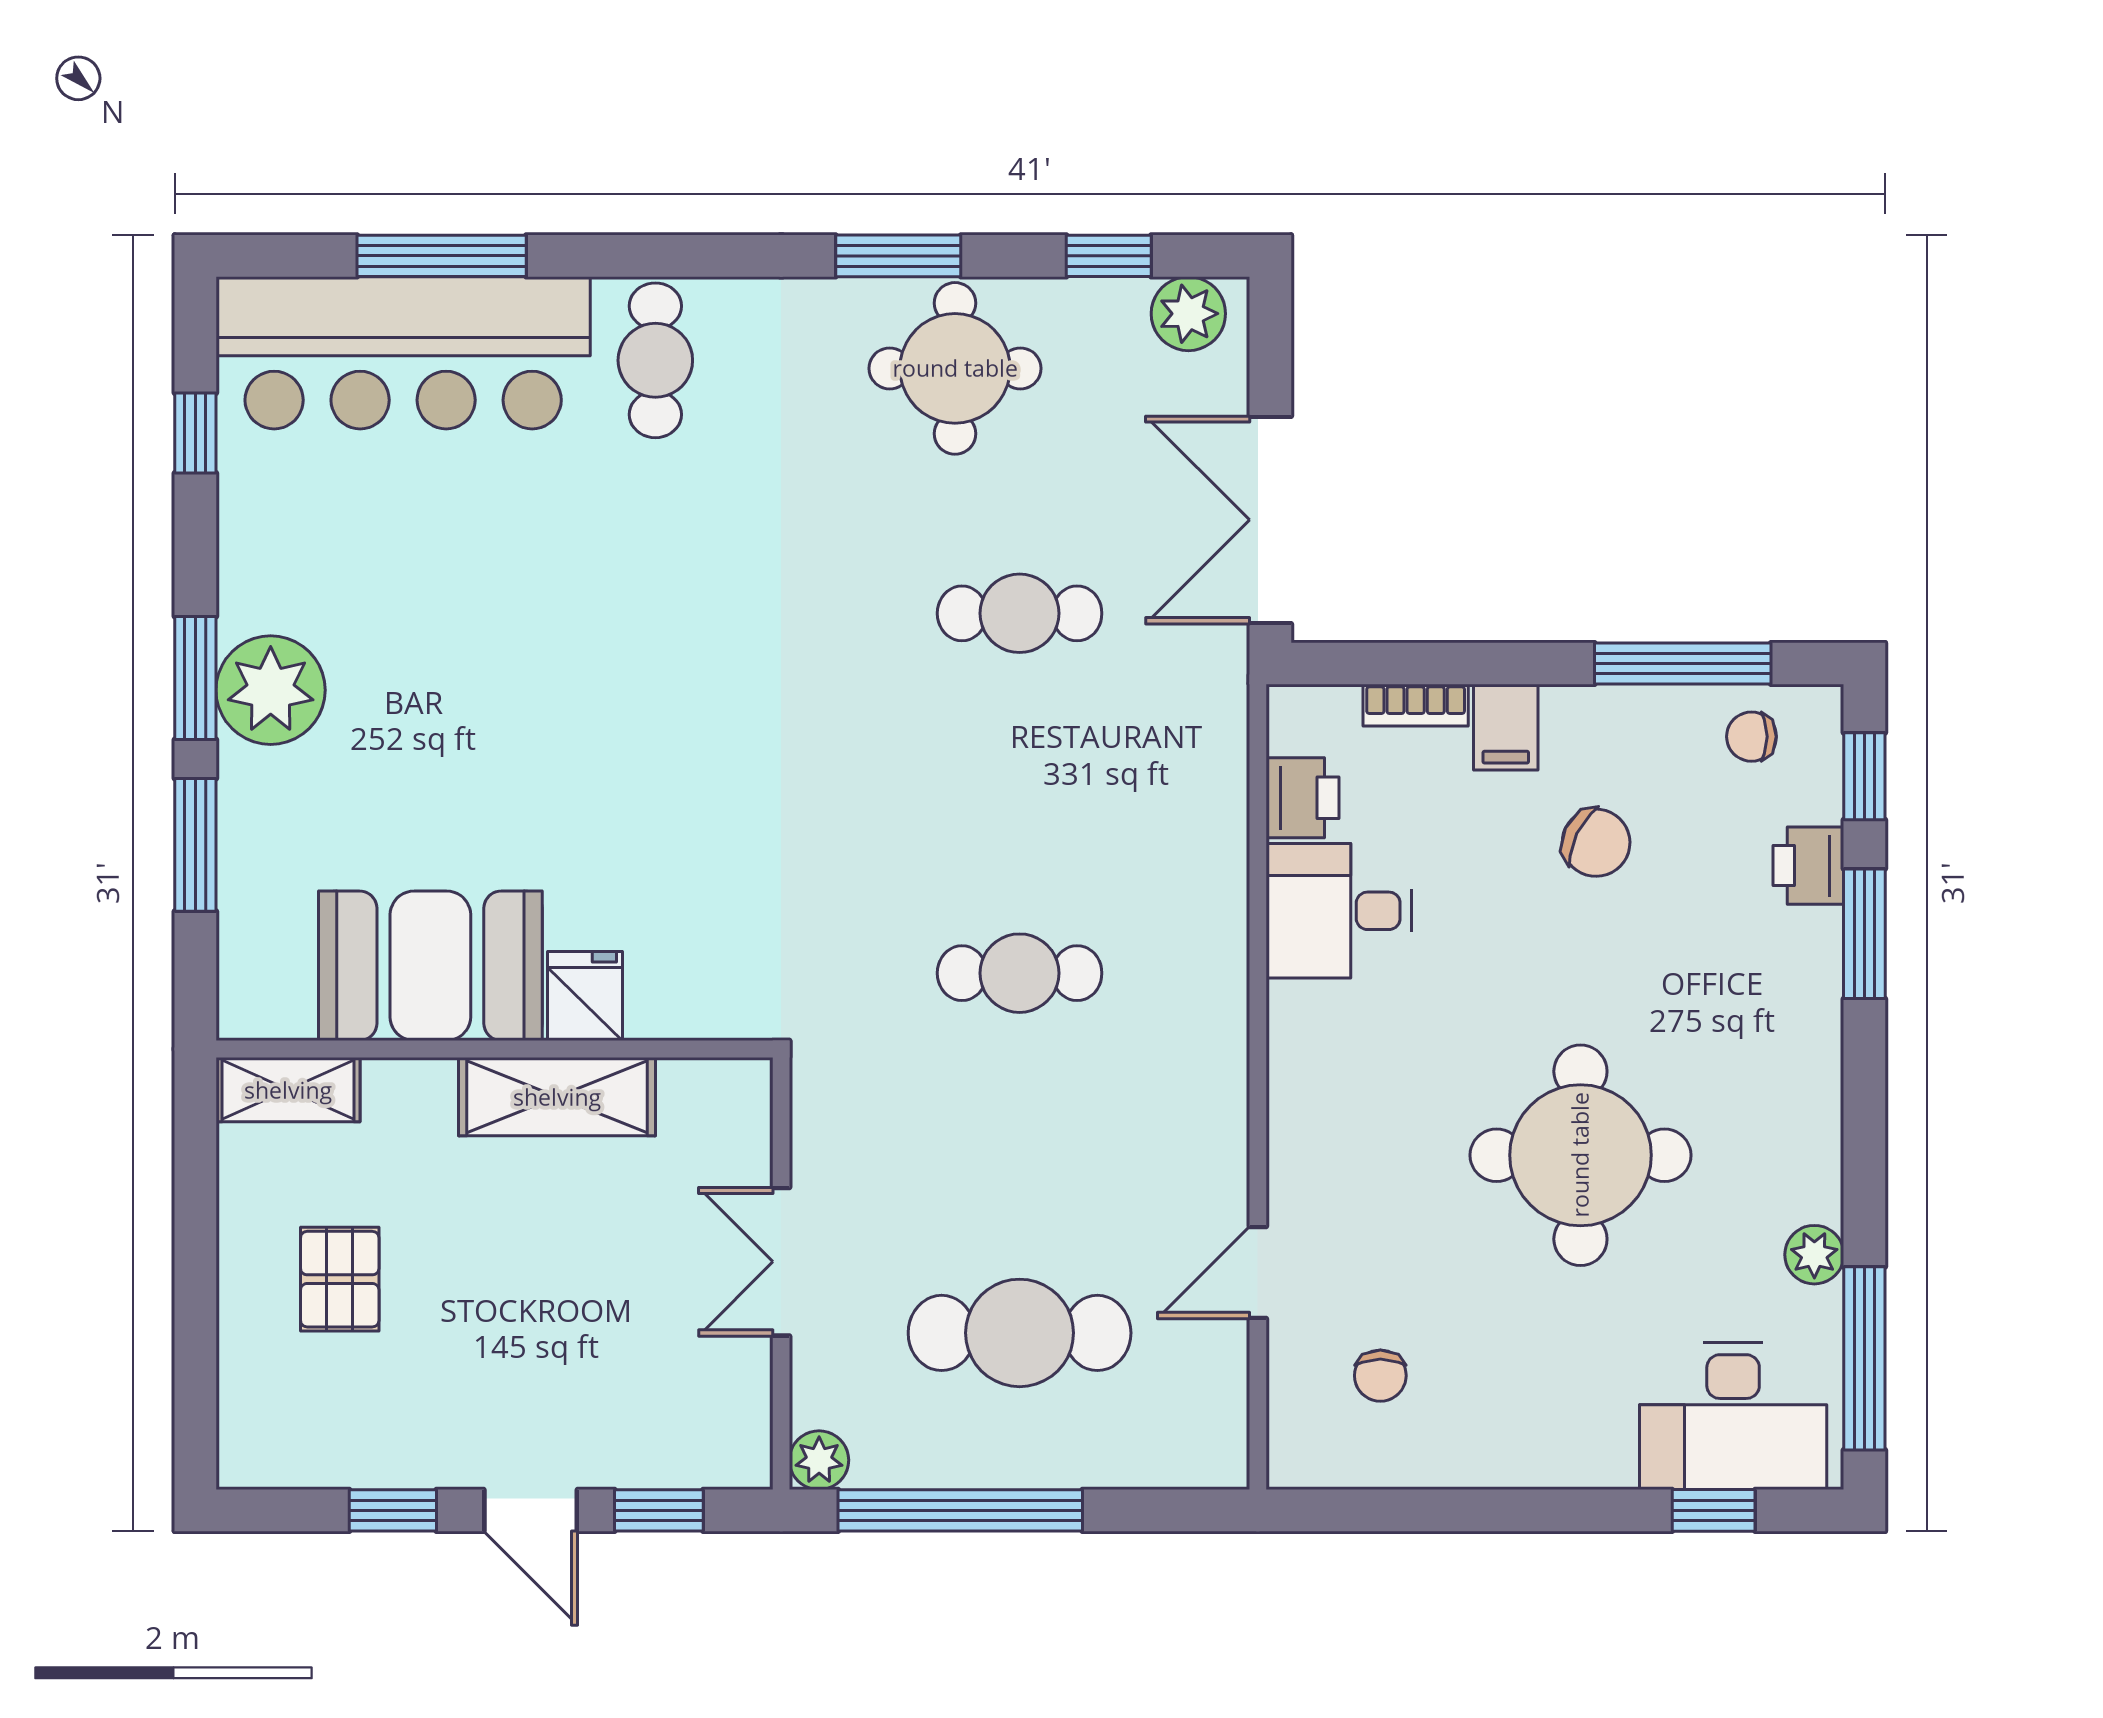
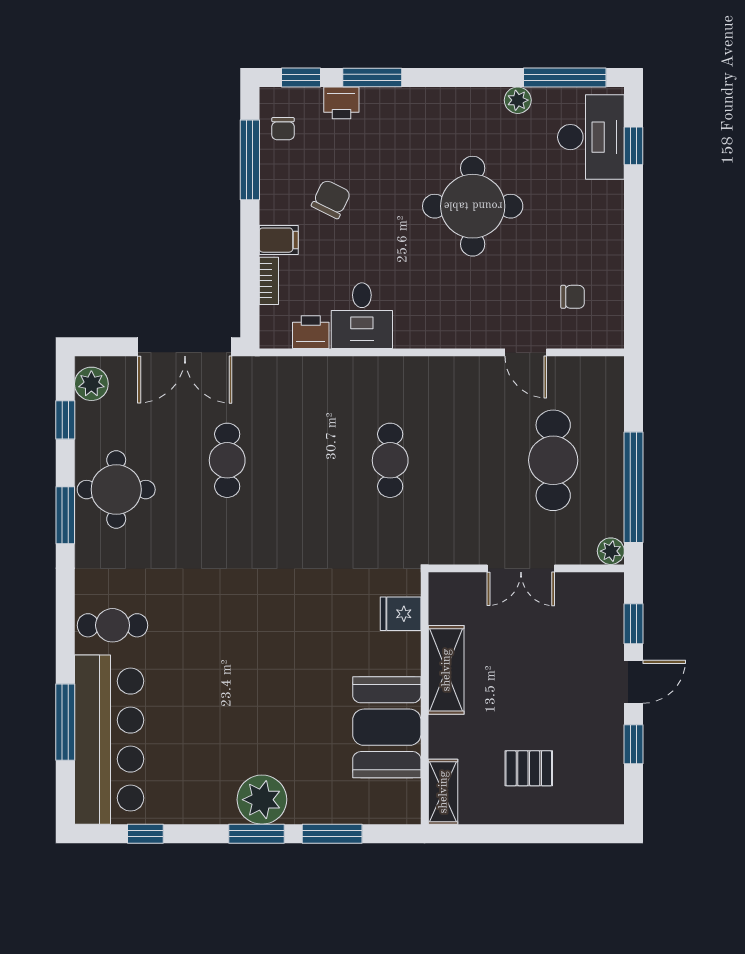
fridge: (585, 996) -> (401, 614), moved

